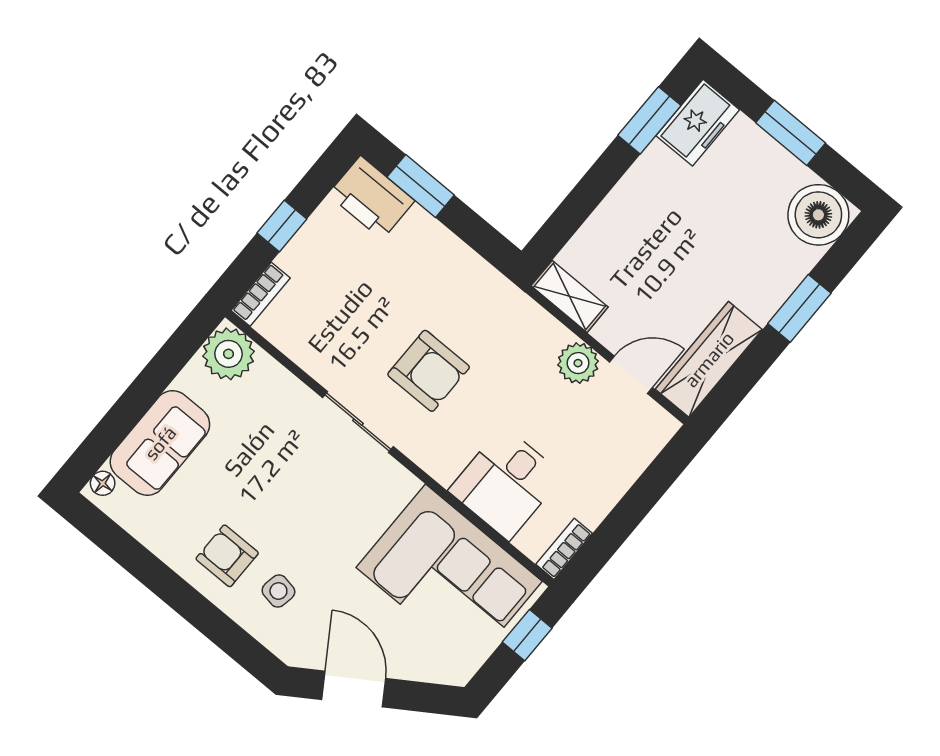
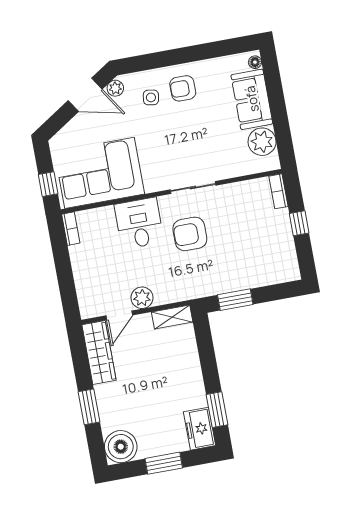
window: (421, 186) -> (235, 300), moved
printer: (371, 198) -> (280, 270), removed
plant: (229, 354) -> (262, 142), moved
desk: (506, 483) -> (139, 223), moved
armchair: (227, 556) -> (183, 88), turned 180
plant: (308, 653) -> (115, 88), added

